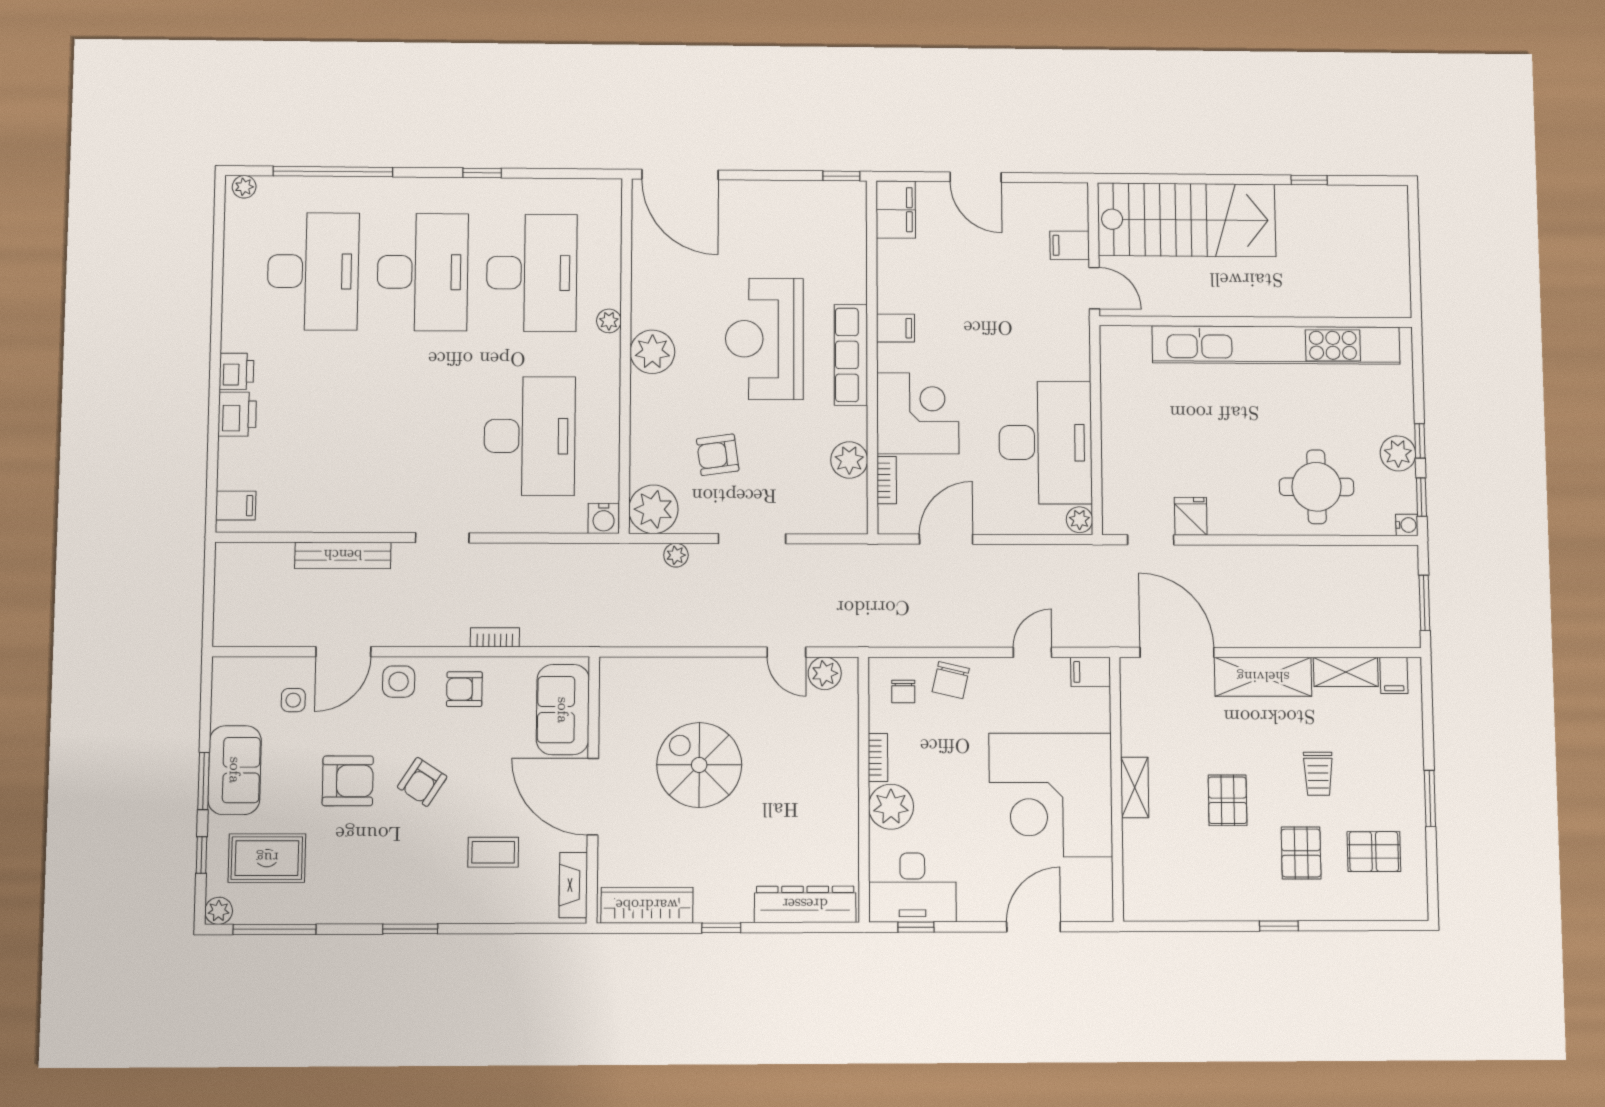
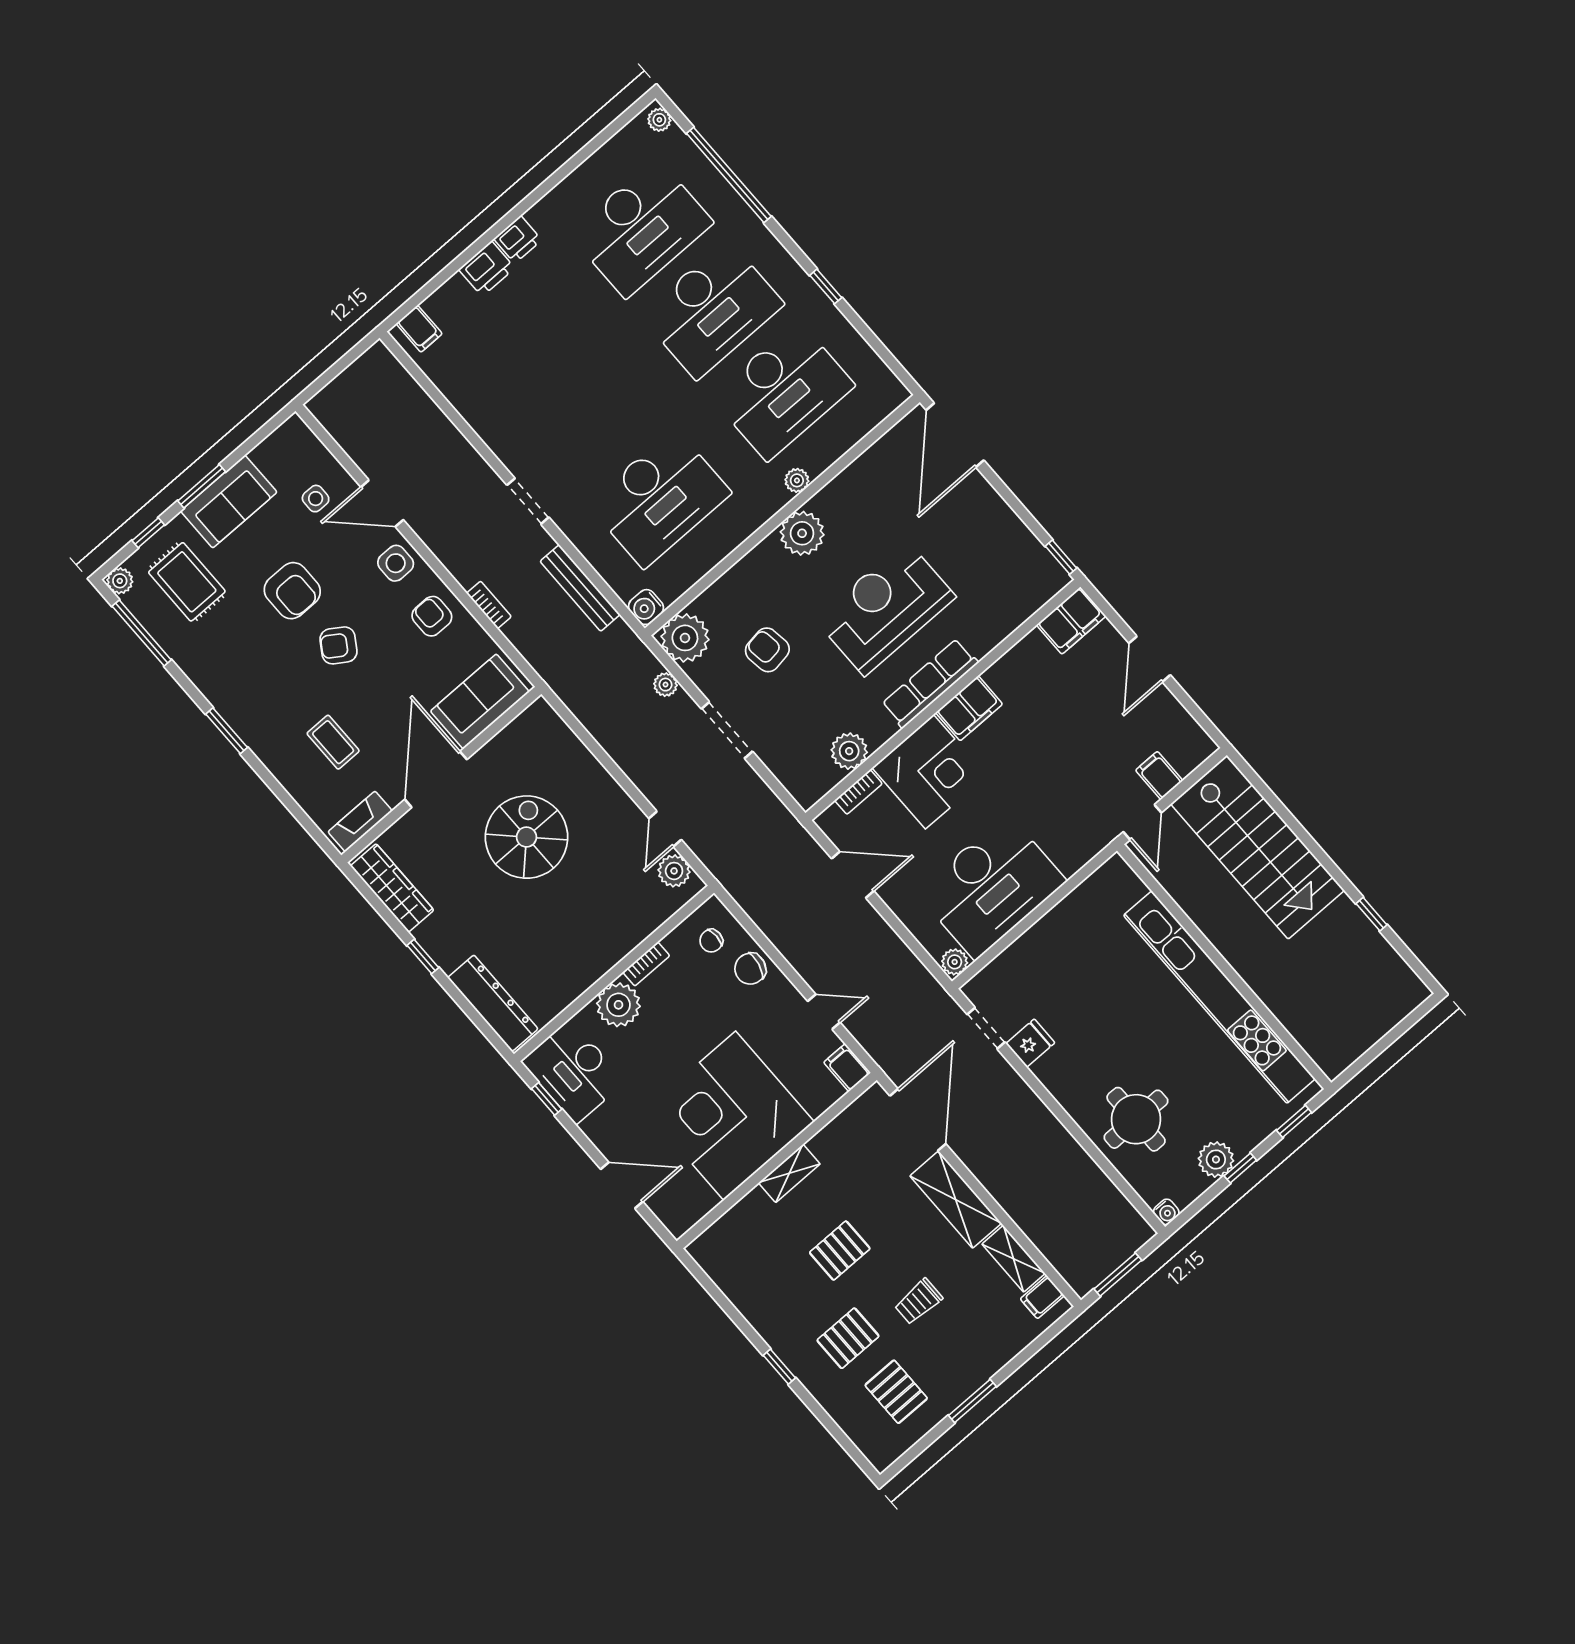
filing cabinet: (896, 328) -> (969, 708), width x2.00
window: (1421, 497) -> (1294, 1121), moved
bench: (343, 555) -> (580, 588), moved

